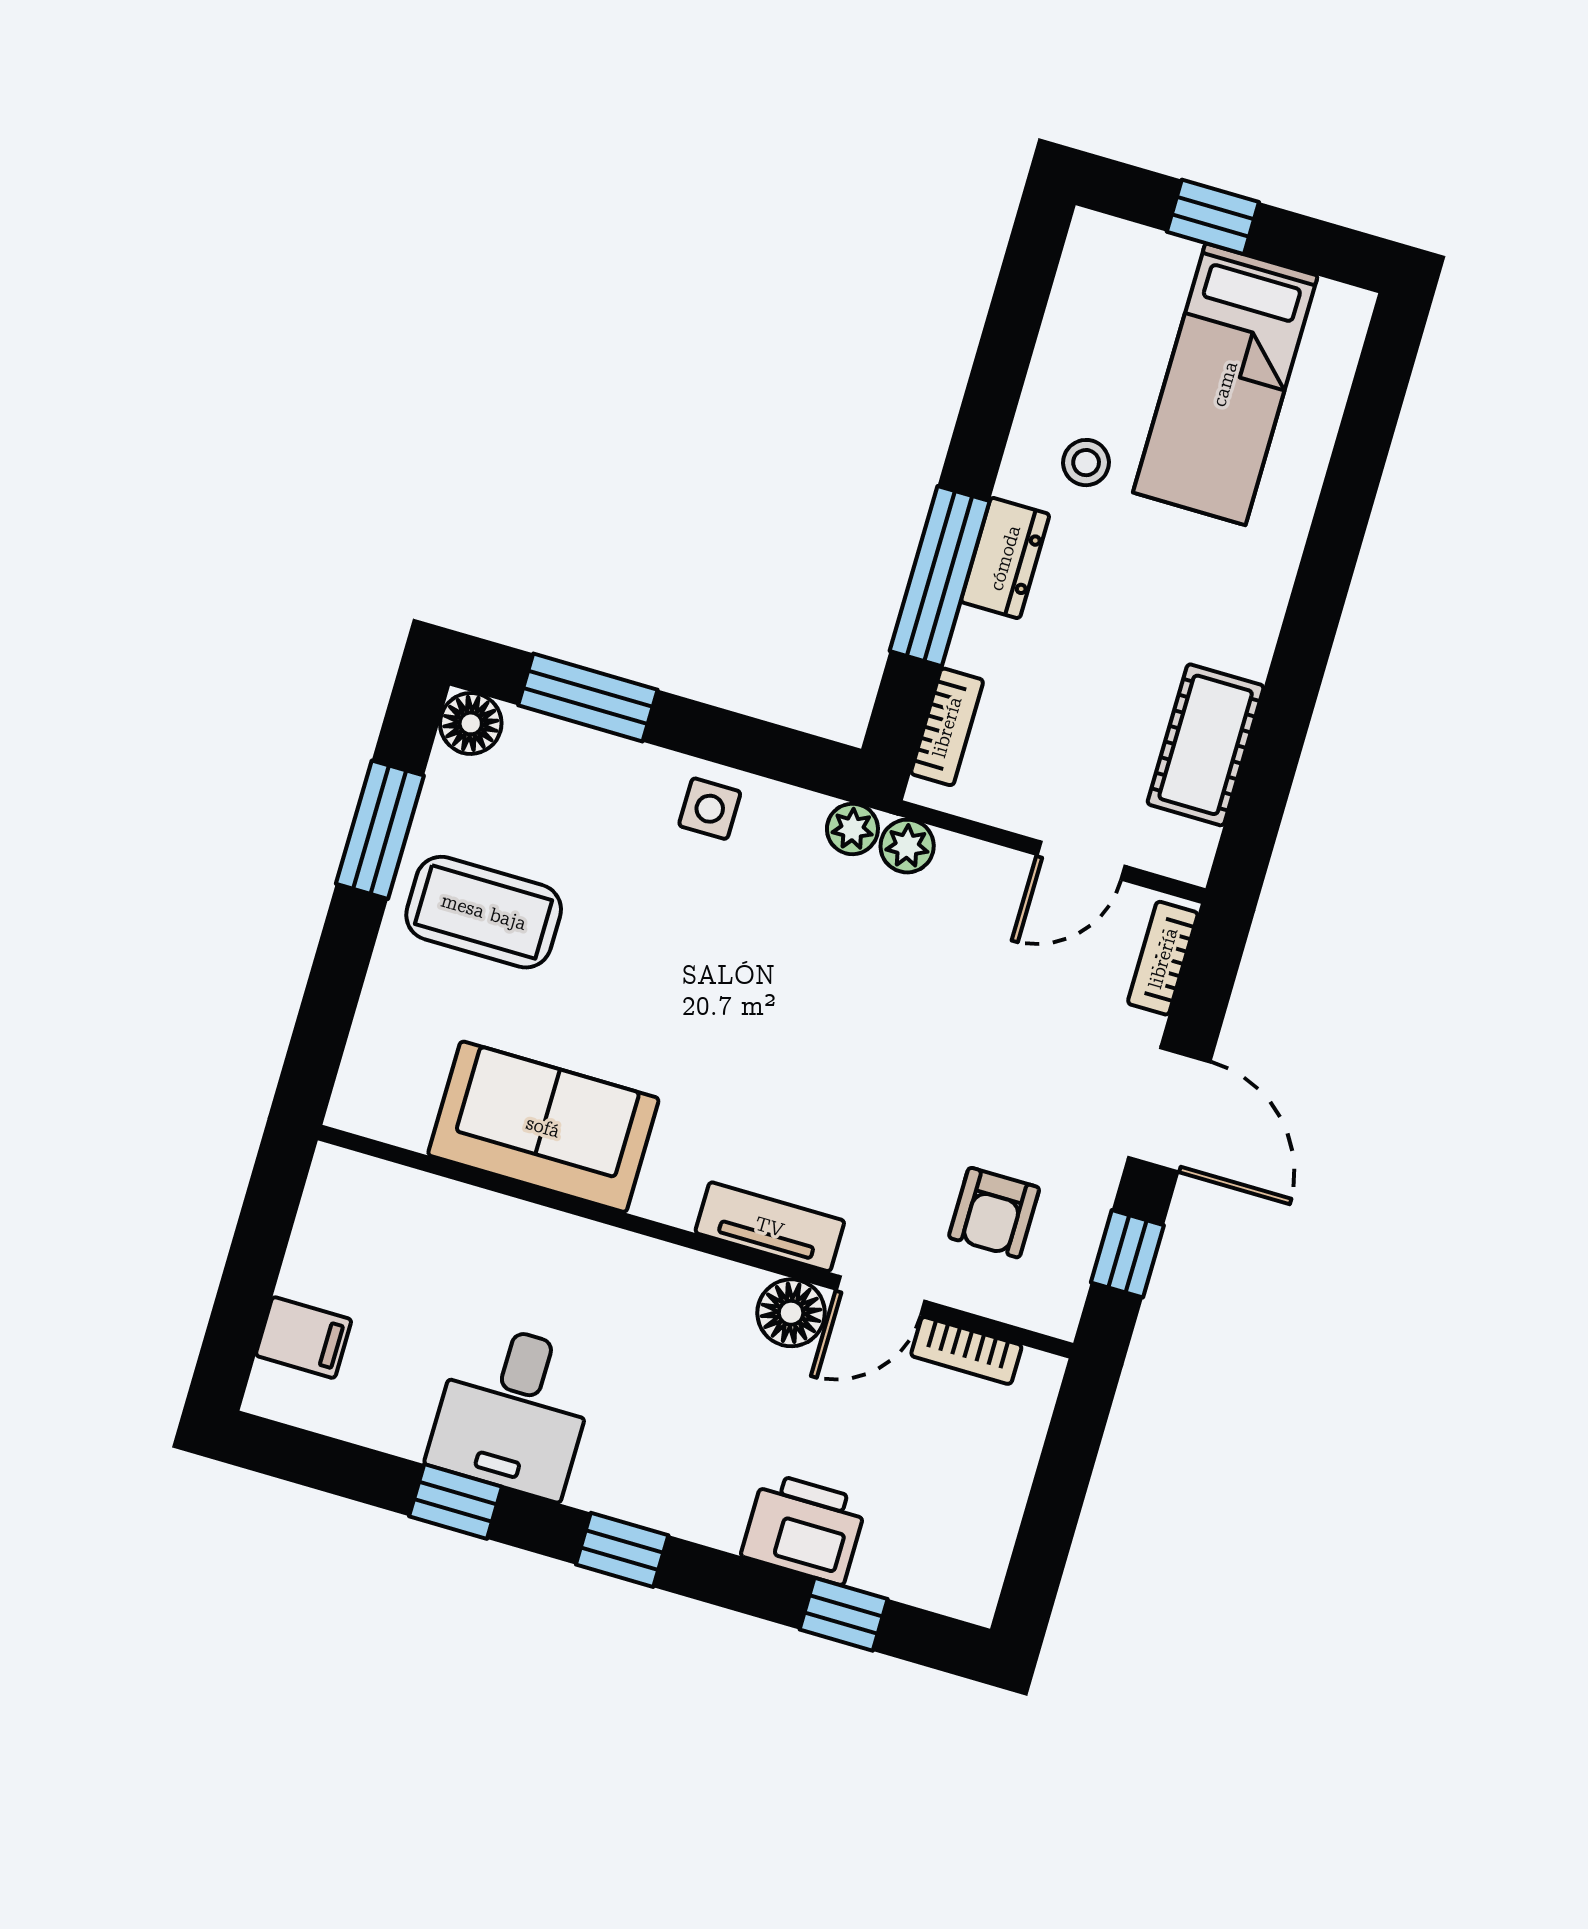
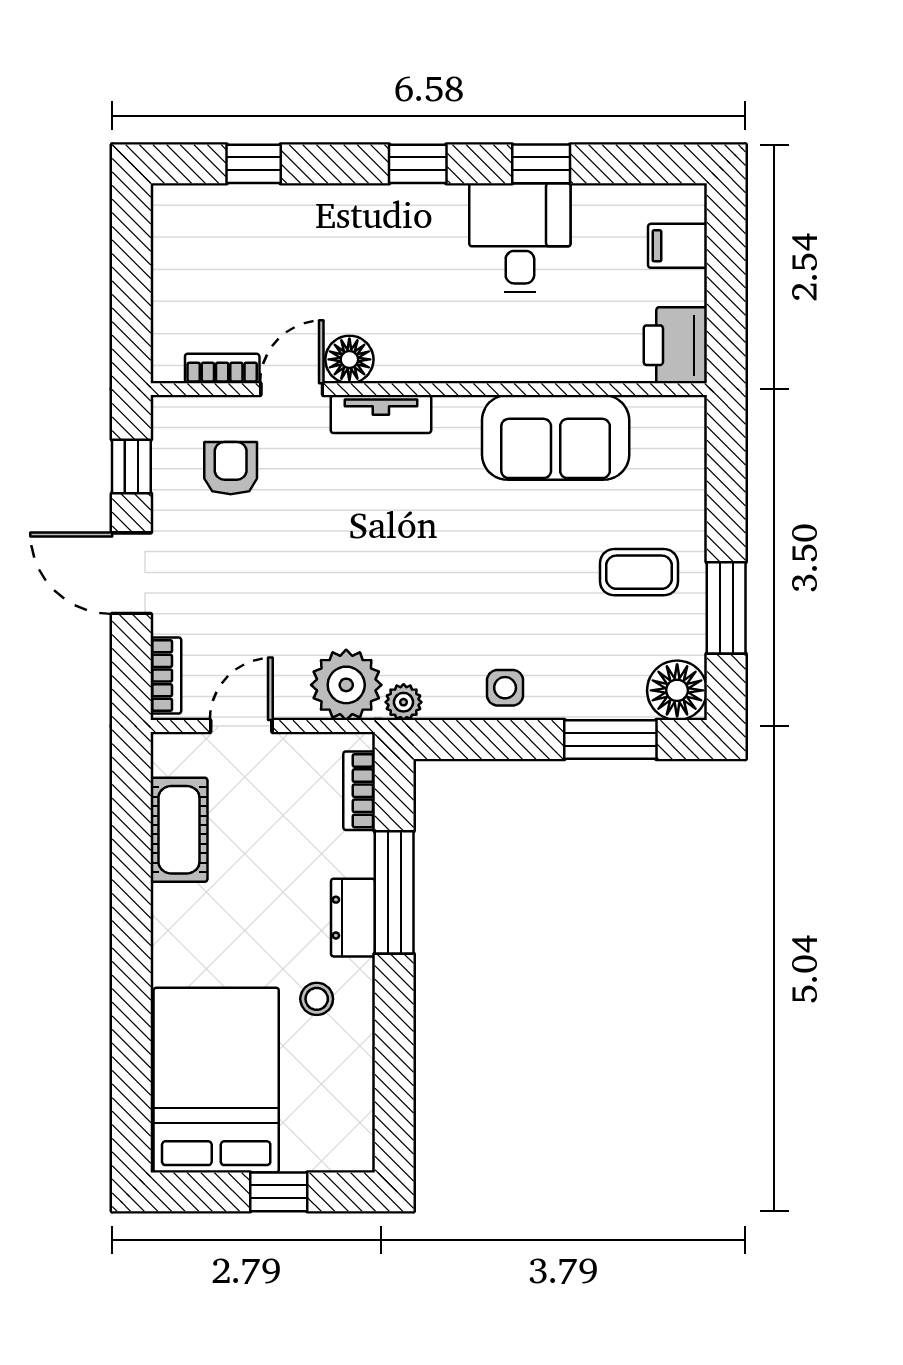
bed: (1225, 384) -> (216, 1080), width x1.50
floor lamp: (471, 723) -> (677, 690), width x1.38, depth x1.38
plant: (907, 846) -> (346, 685), width x1.87, depth x1.87
coffee table: (484, 912) -> (639, 572), width x0.73, depth x0.77
printer: (804, 1528) -> (675, 345), moved, turned 90

